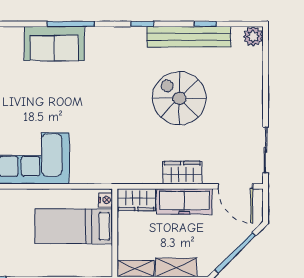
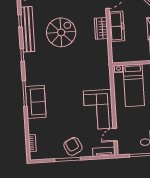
spiral stairs: (179, 98) -> (61, 32), turned 180
wardrobe: (136, 200) -> (117, 52), removed

